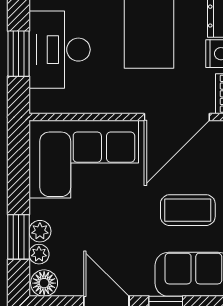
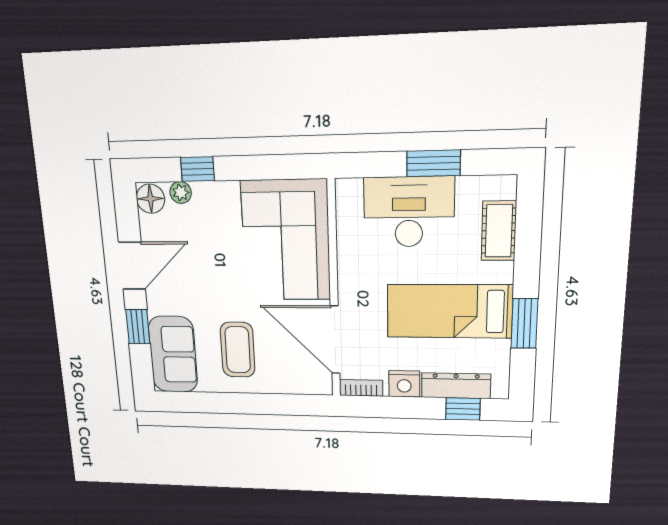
window: (18, 54) -> (434, 163), moved
plant: (40, 231) -> (205, 193), removed
window: (18, 237) -> (197, 169), width x0.67

